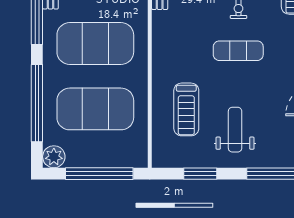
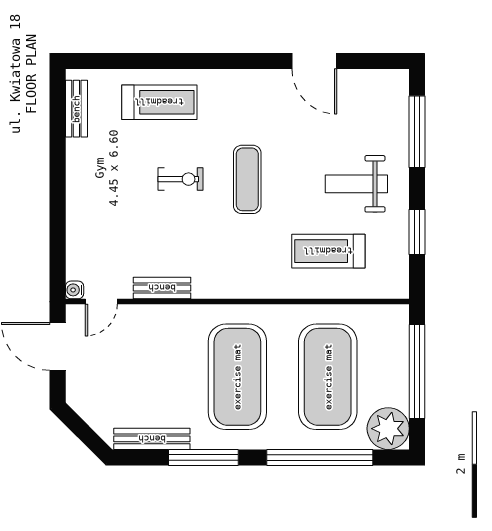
treadmill: (186, 109) -> (328, 251), turned 180
plant: (54, 157) -> (388, 429), width x1.36, depth x1.36

